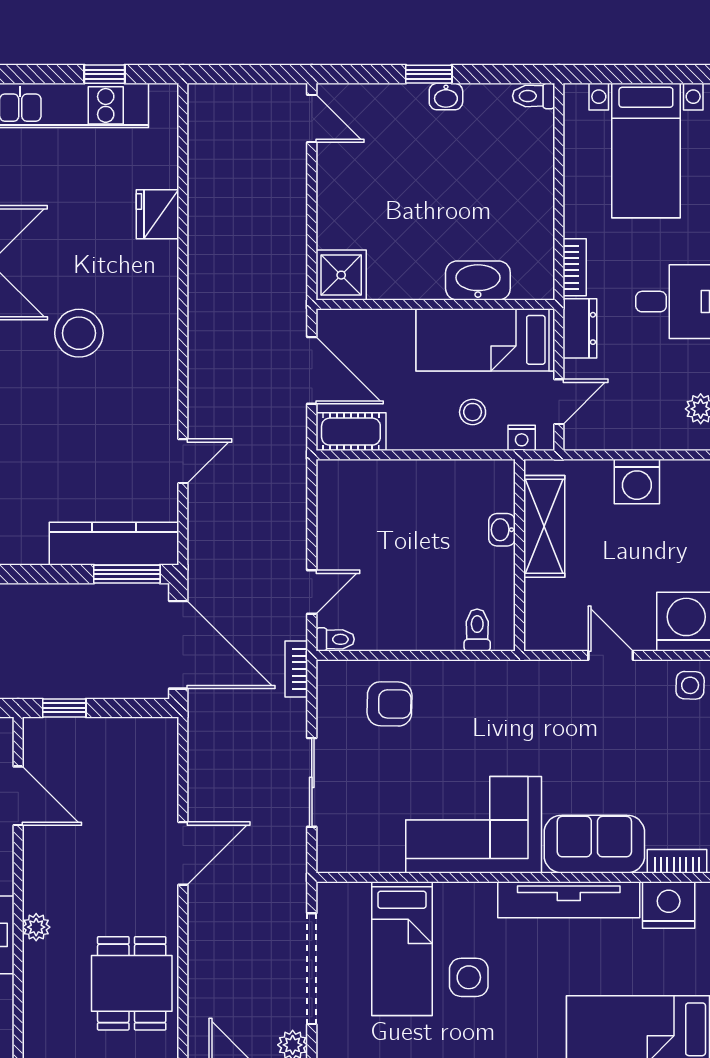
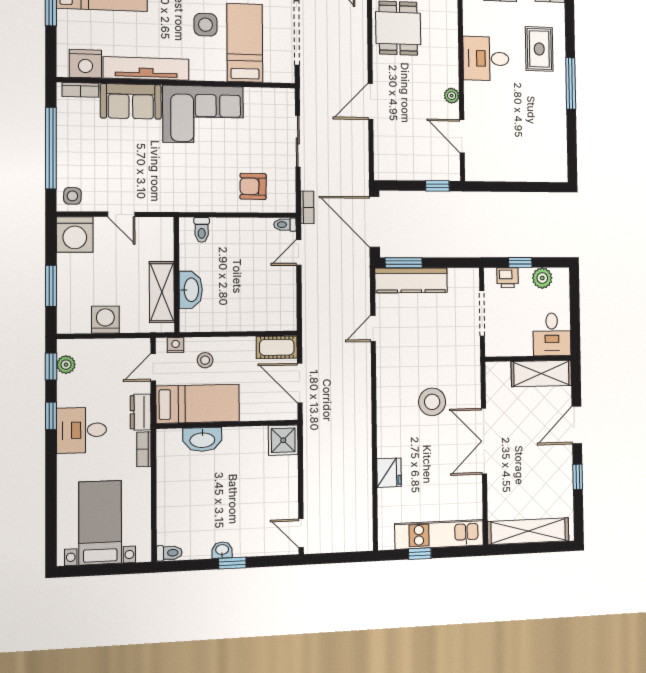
washbasin: (502, 530) -> (191, 290), width x1.91, depth x1.45
plant: (36, 927) -> (452, 96), moved

